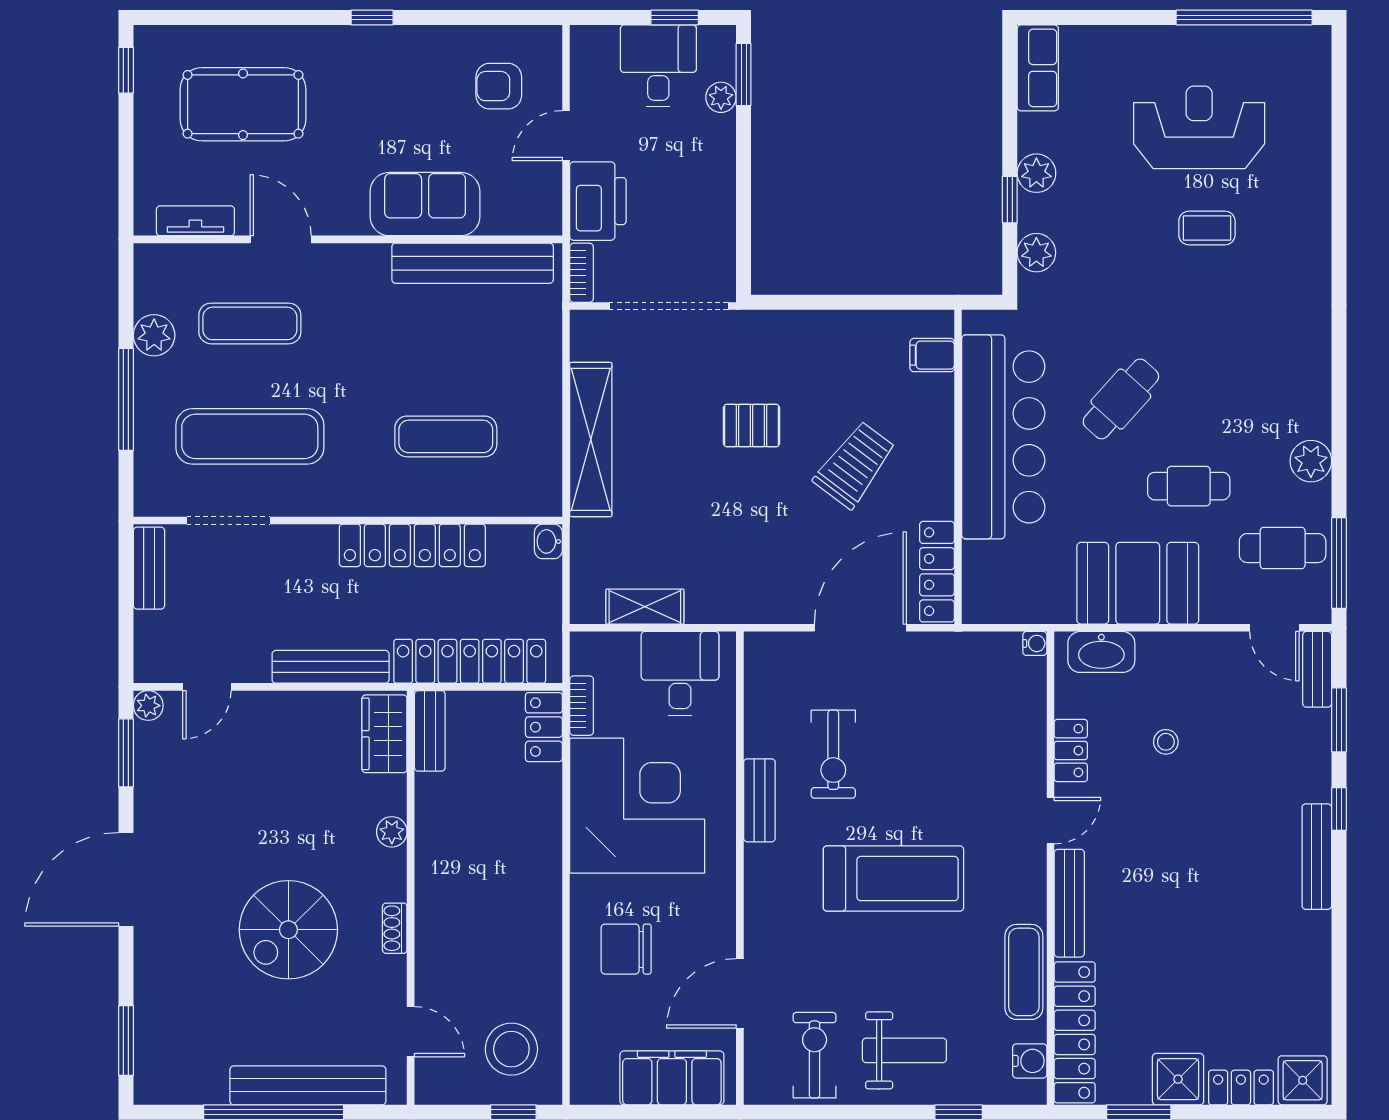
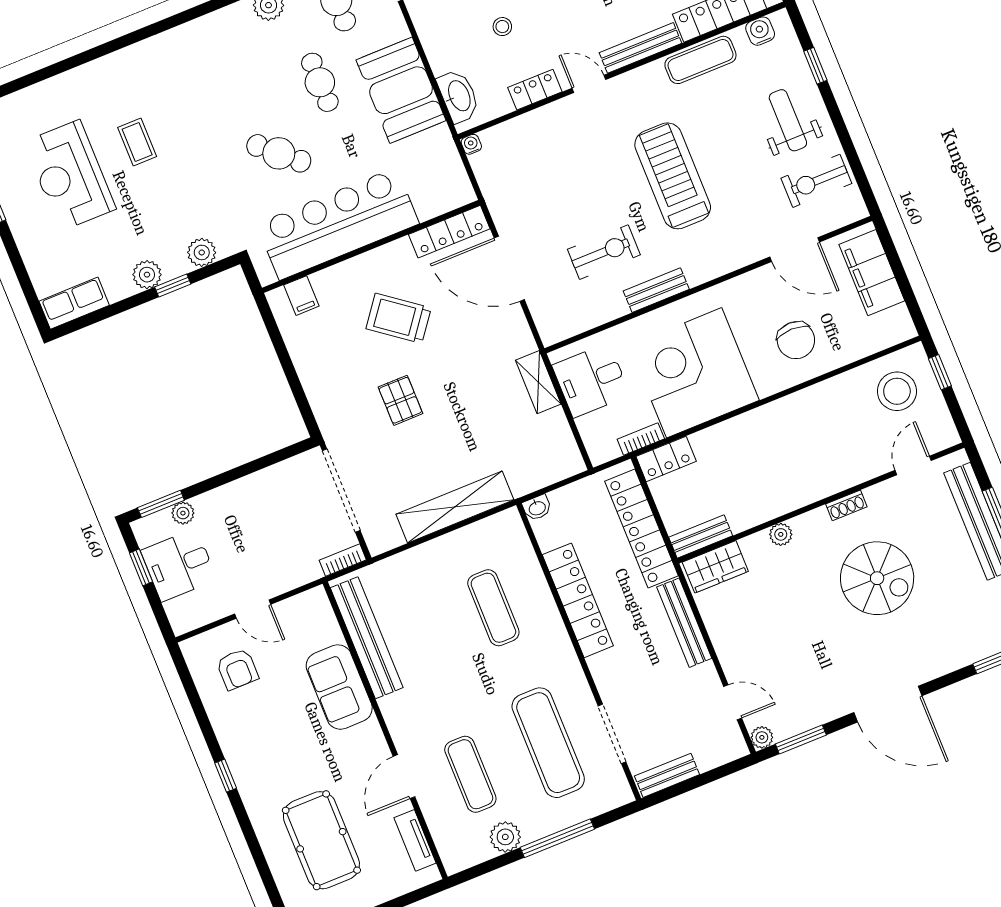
printer: (598, 201) -> (289, 569), removed
shelving: (645, 607) -> (538, 382), moved

